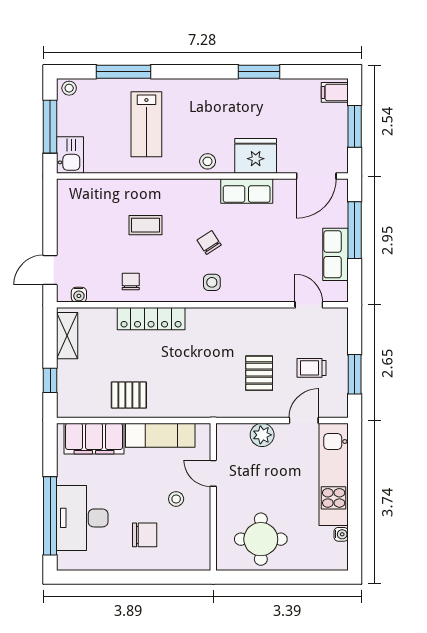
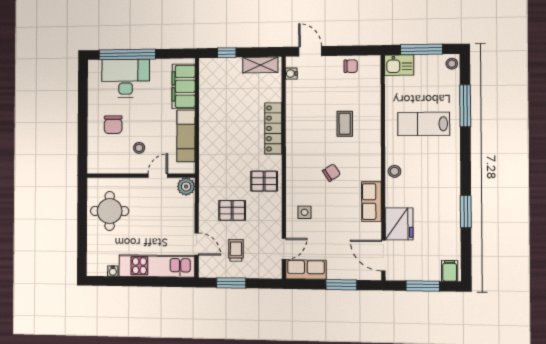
fridge: (256, 156) -> (399, 224), moved
window: (355, 230) -> (341, 285), width x0.69
row of seats: (336, 254) -> (306, 269), moved
chair: (131, 282) -> (351, 66), moved
side table: (212, 282) -> (305, 212), moved
pallet: (129, 395) -> (264, 181), moved, turned 90
plant: (262, 435) -> (186, 186), moved

